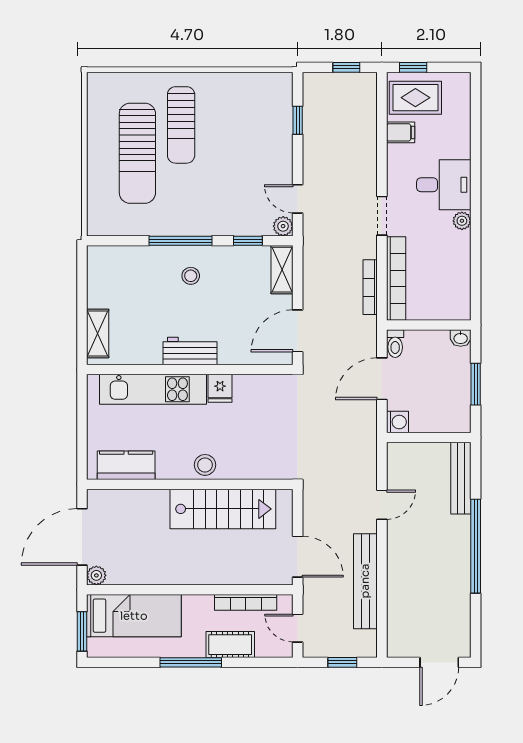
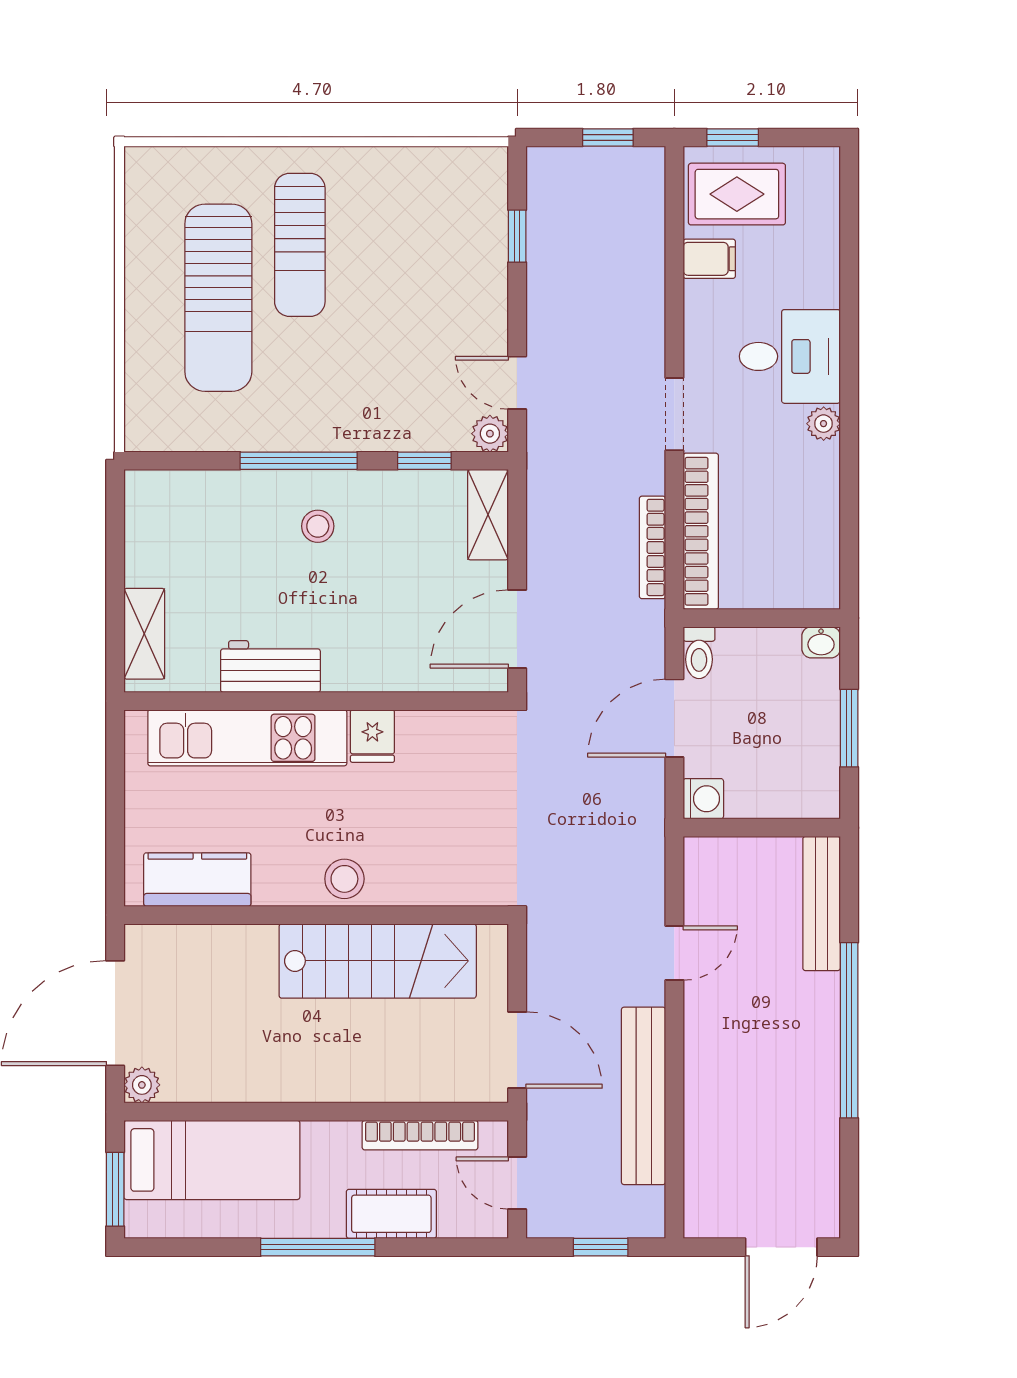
workbench: (190, 351) -> (270, 666), moved

